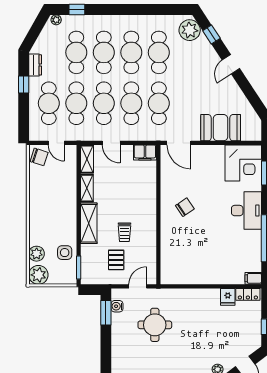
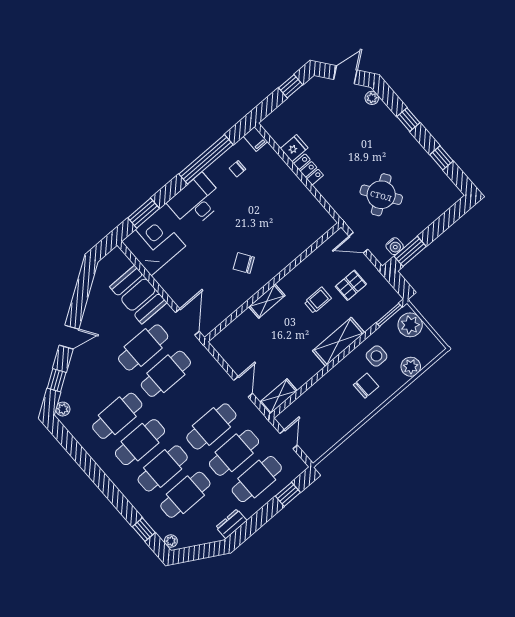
plant: (190, 30) -> (63, 409), width x0.53, depth x0.53
window: (24, 85) -> (288, 494), moved
cafe table: (131, 103) -> (143, 347), moved
filing cabinet: (145, 153) -> (224, 346), removed
chair: (39, 157) -> (366, 386), moved, turned 72
shelving: (87, 188) -> (267, 301), moved
chair: (245, 252) -> (238, 169), added
side table: (65, 253) -> (376, 356), moved
plant: (38, 275) -> (410, 325), moved
locker: (248, 294) -> (309, 169), moved
round table: (155, 325) -> (381, 195), turned -34

